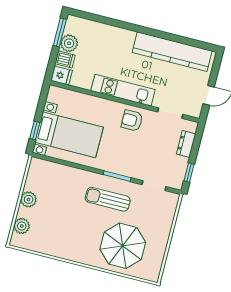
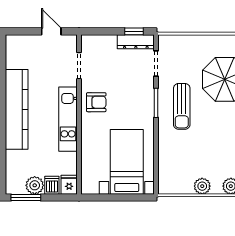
kitchen counter: (172, 52) -> (17, 109), moved
armchair: (132, 121) -> (96, 102), turned -90
window: (35, 130) -> (131, 197), removed
dresser: (186, 144) -> (136, 42), moved, width x1.44

